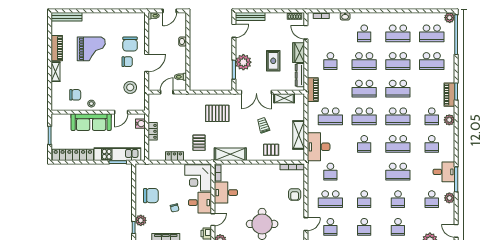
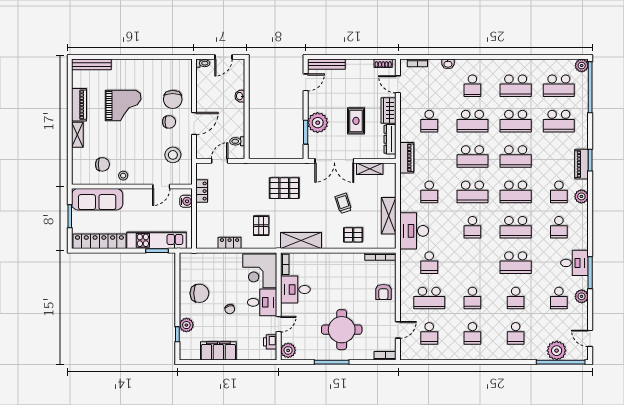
school desk: (330, 116) -> (429, 192), width x0.54
sofa: (91, 122) -> (97, 199), moved
locker: (153, 131) -> (202, 191), moved

